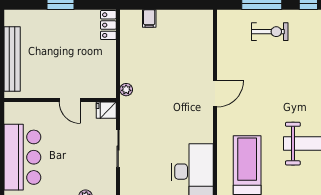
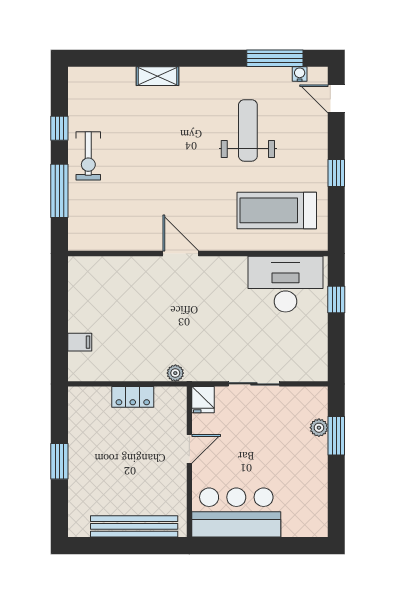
locker: (108, 25) -> (133, 397), moved
exercise bike: (270, 32) -> (88, 156), moved, turned 180
bar counter: (22, 157) -> (236, 513), moved

